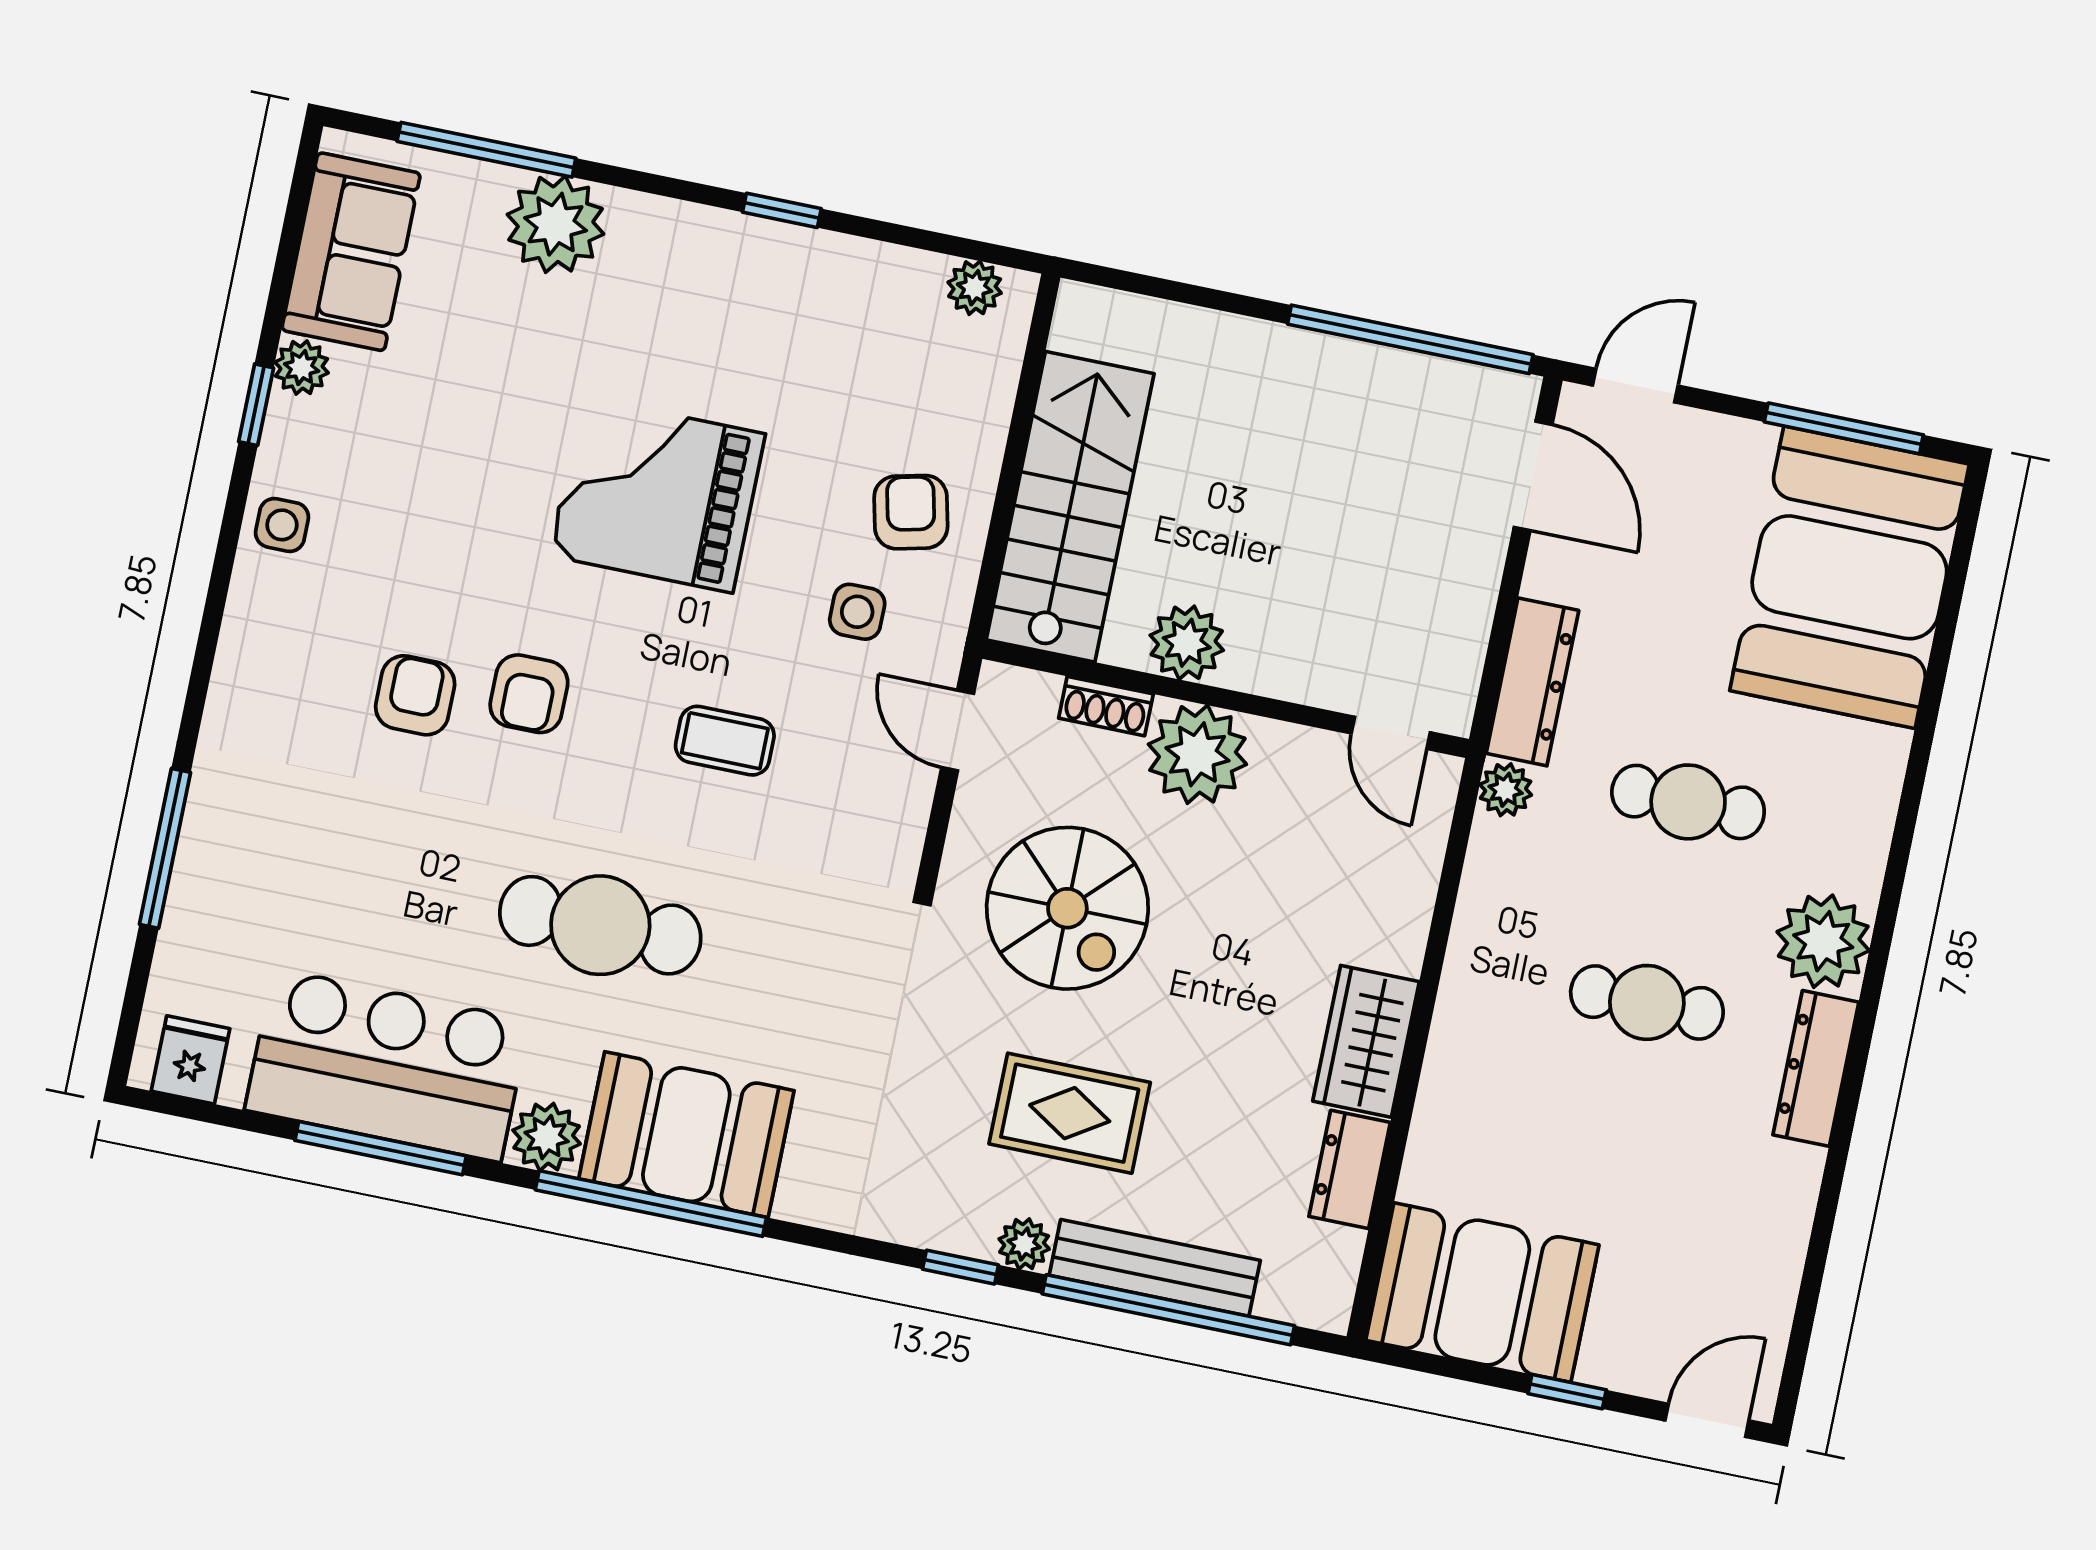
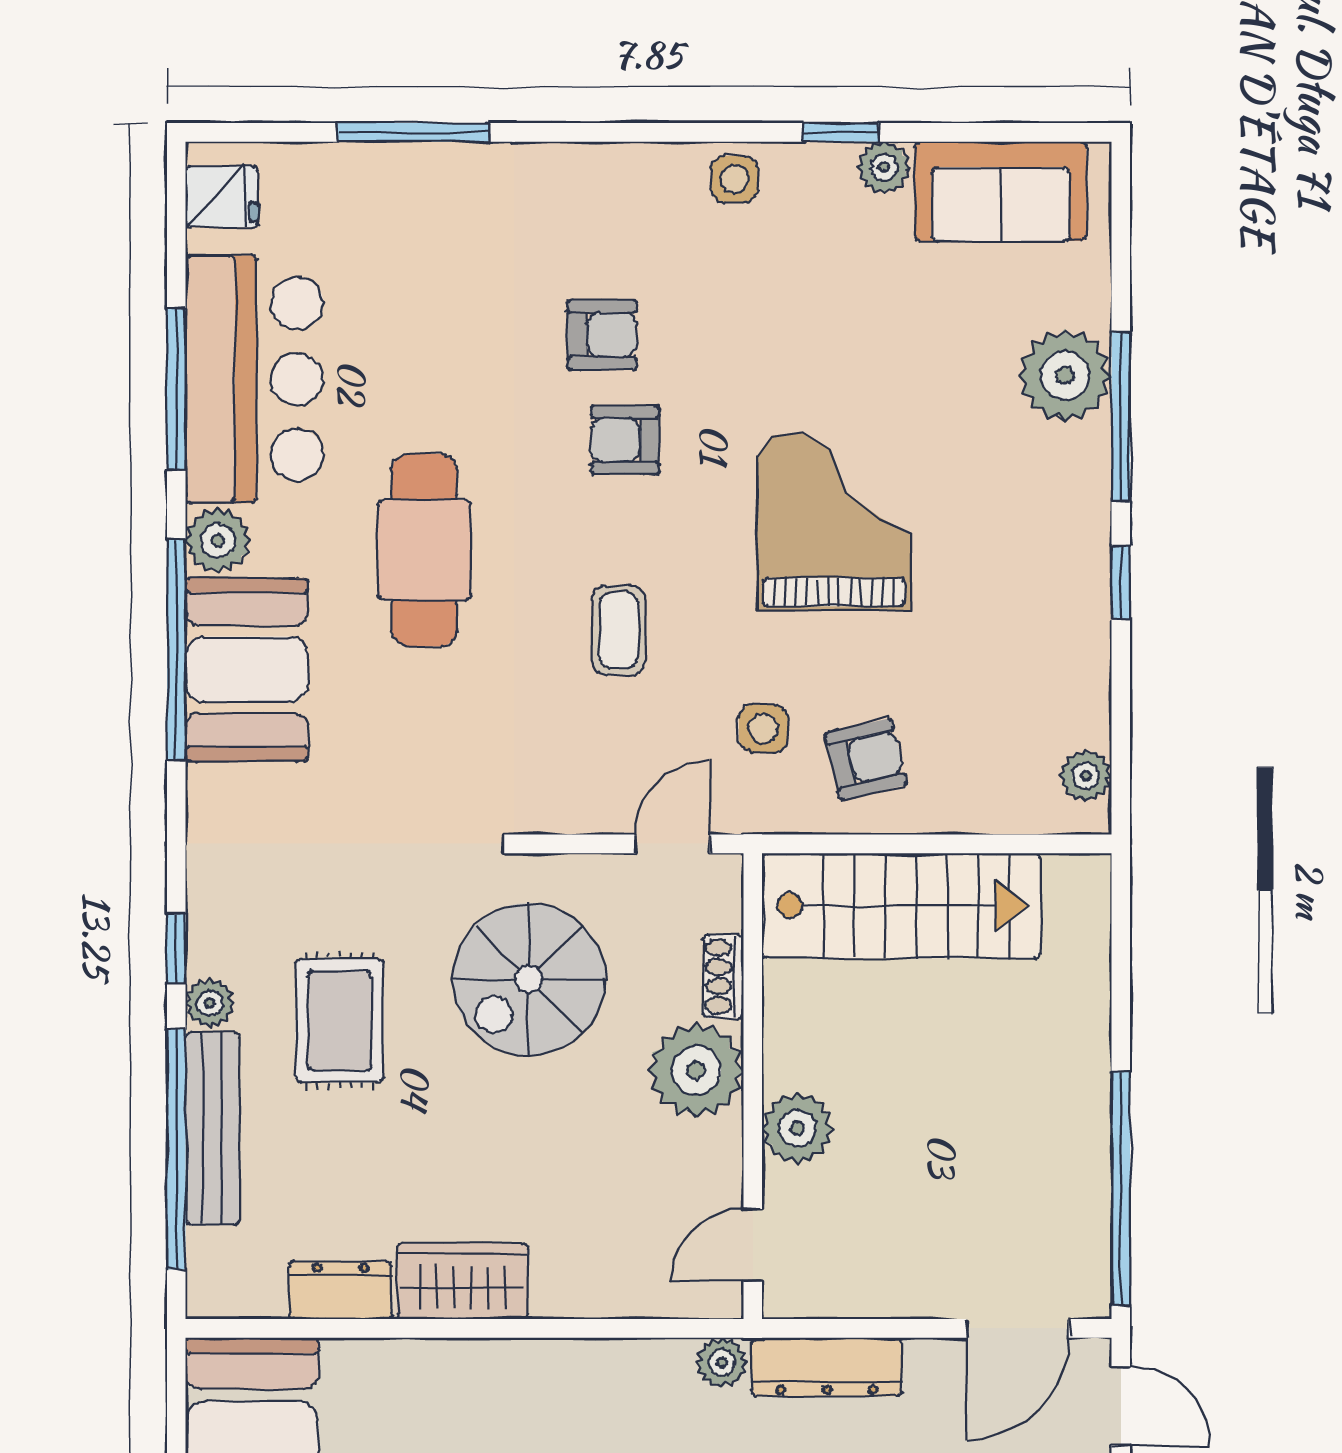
window: (486, 150) -> (1121, 417), moved
plant: (1187, 643) -> (797, 1128), moved

